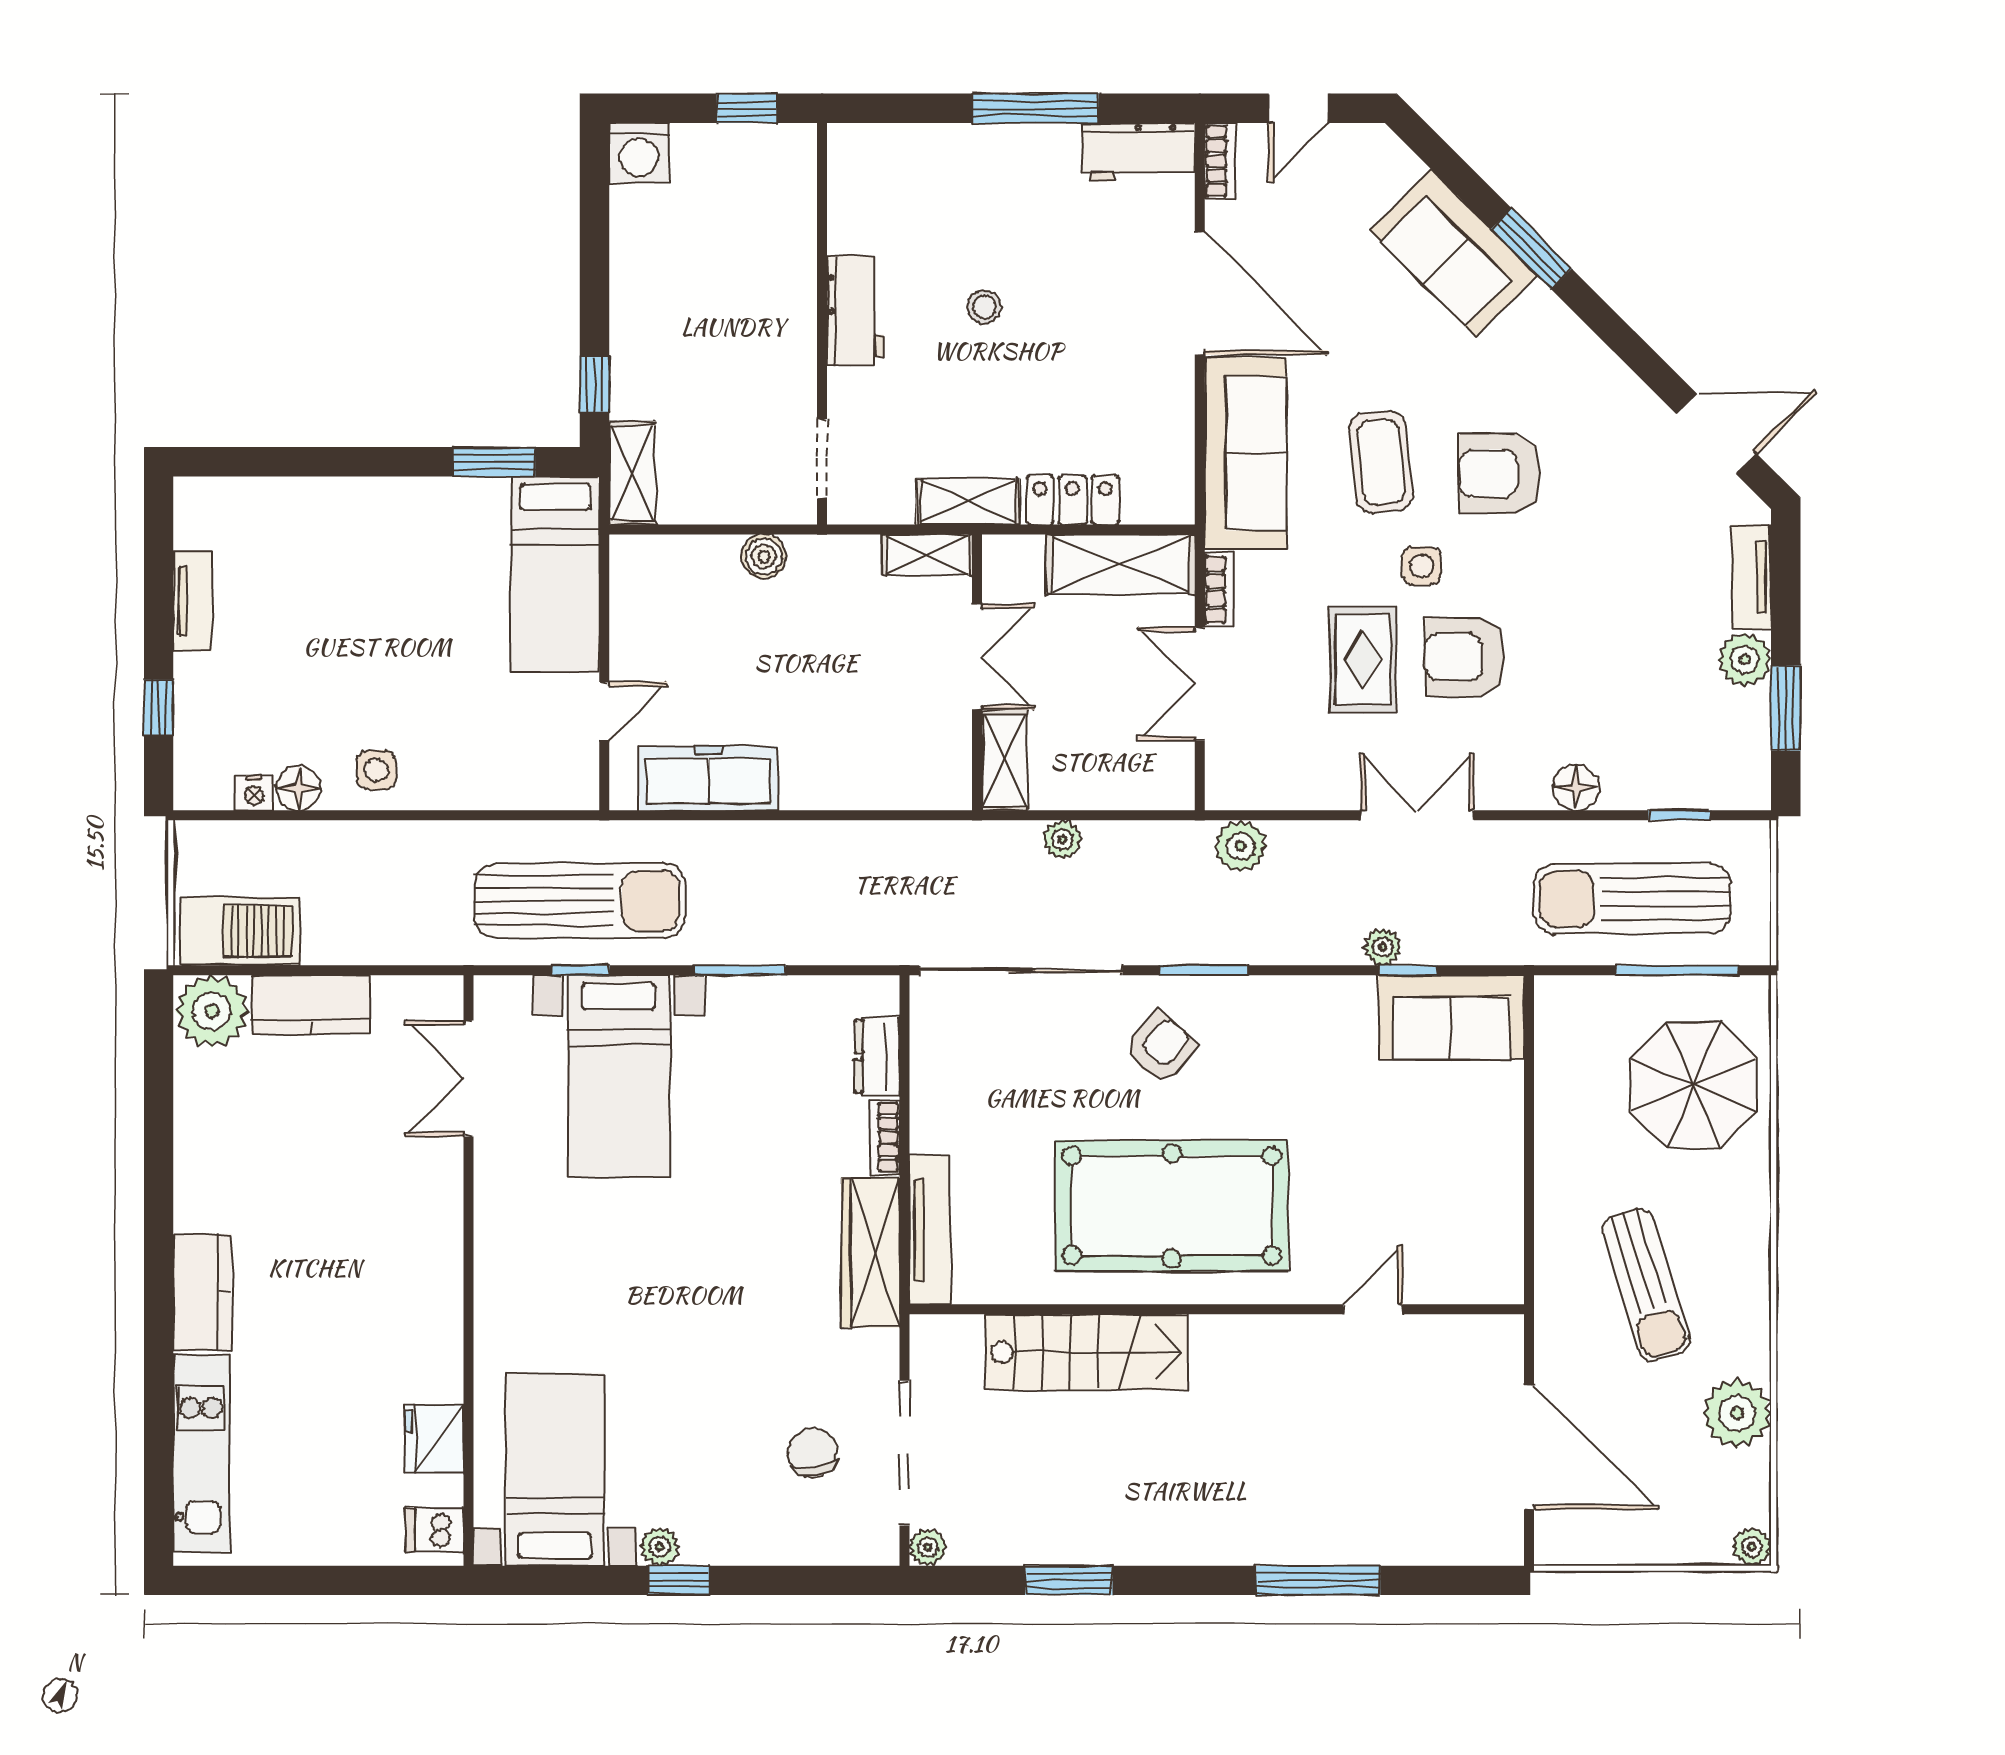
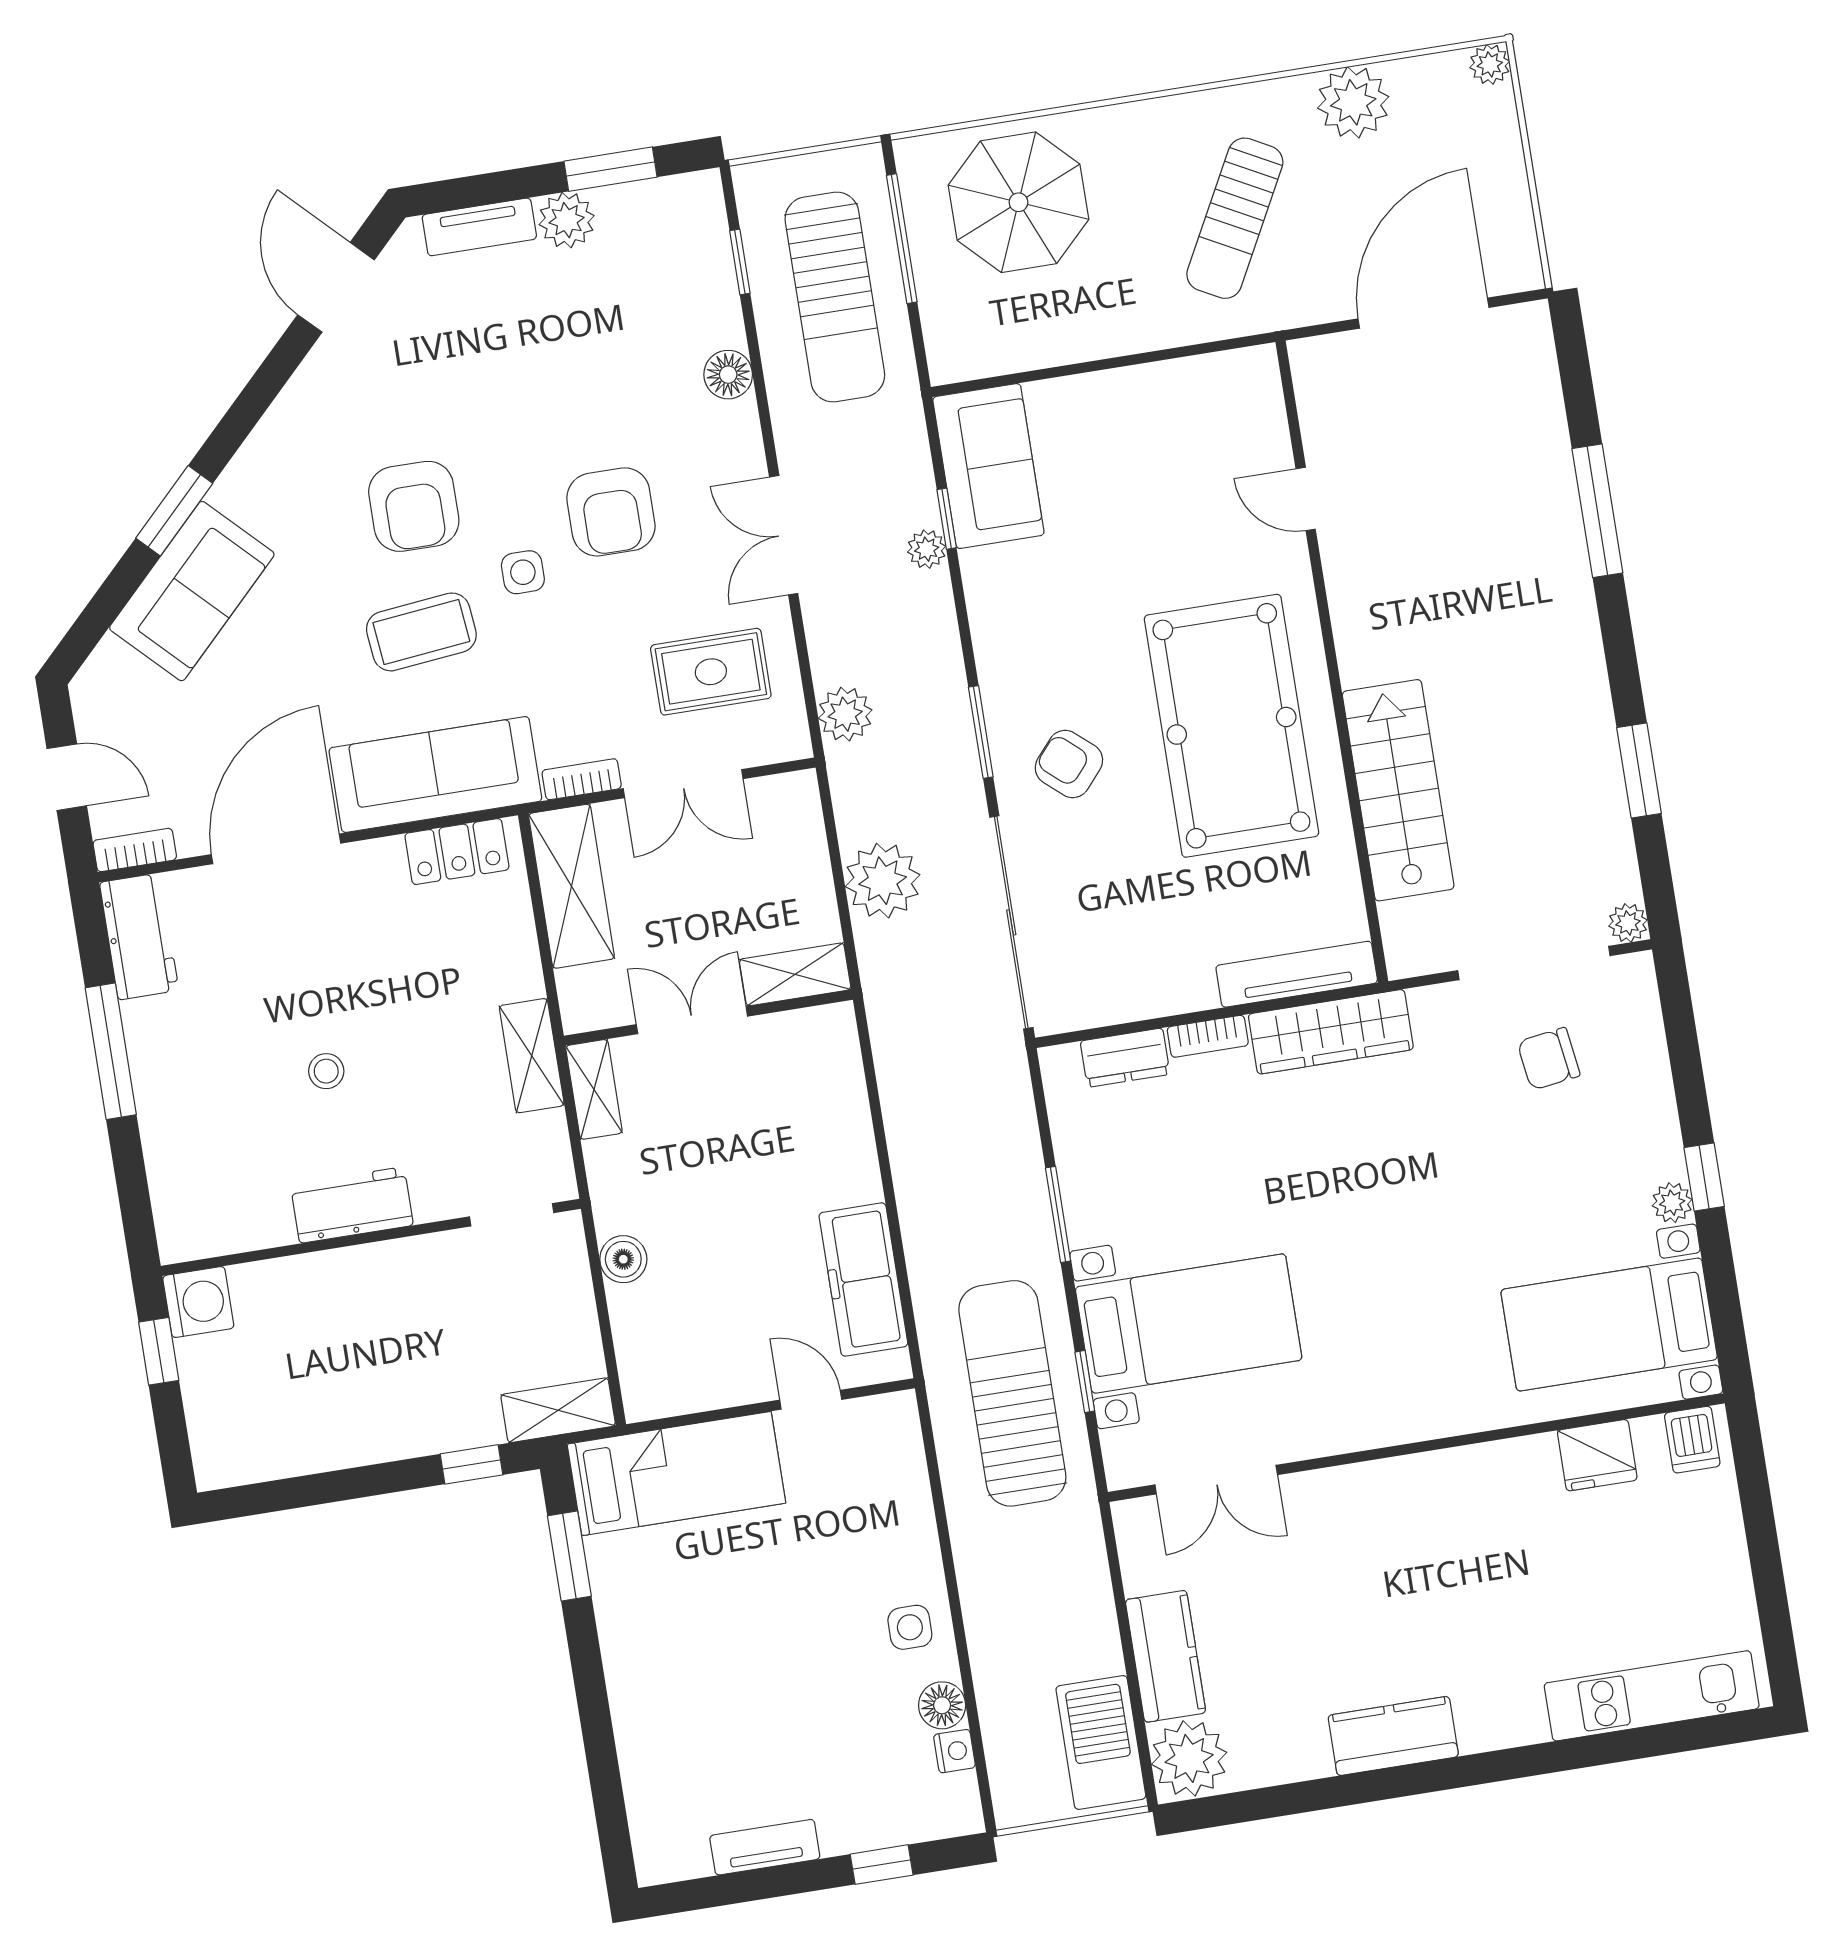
washing machine: (639, 153) -> (198, 1302), moved
locker: (1073, 500) -> (457, 852), moved, turned -90
rug: (1363, 659) -> (711, 672), moved
plant: (1062, 839) -> (883, 881), width x1.88, depth x1.88
sun lounger: (1646, 1285) -> (1235, 218), turned 135
kitchen counter: (202, 1292) -> (1393, 1736), moved

